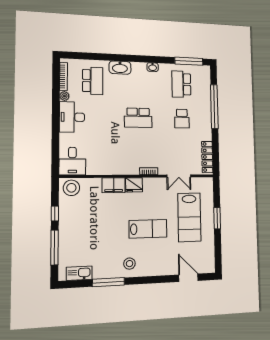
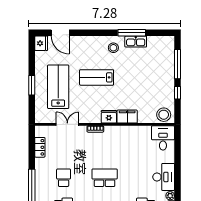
locker: (207, 157) -> (40, 147), width x0.66
fridge: (208, 265) -> (41, 43), added
kitchen sink: (79, 273) -> (136, 42), moved

